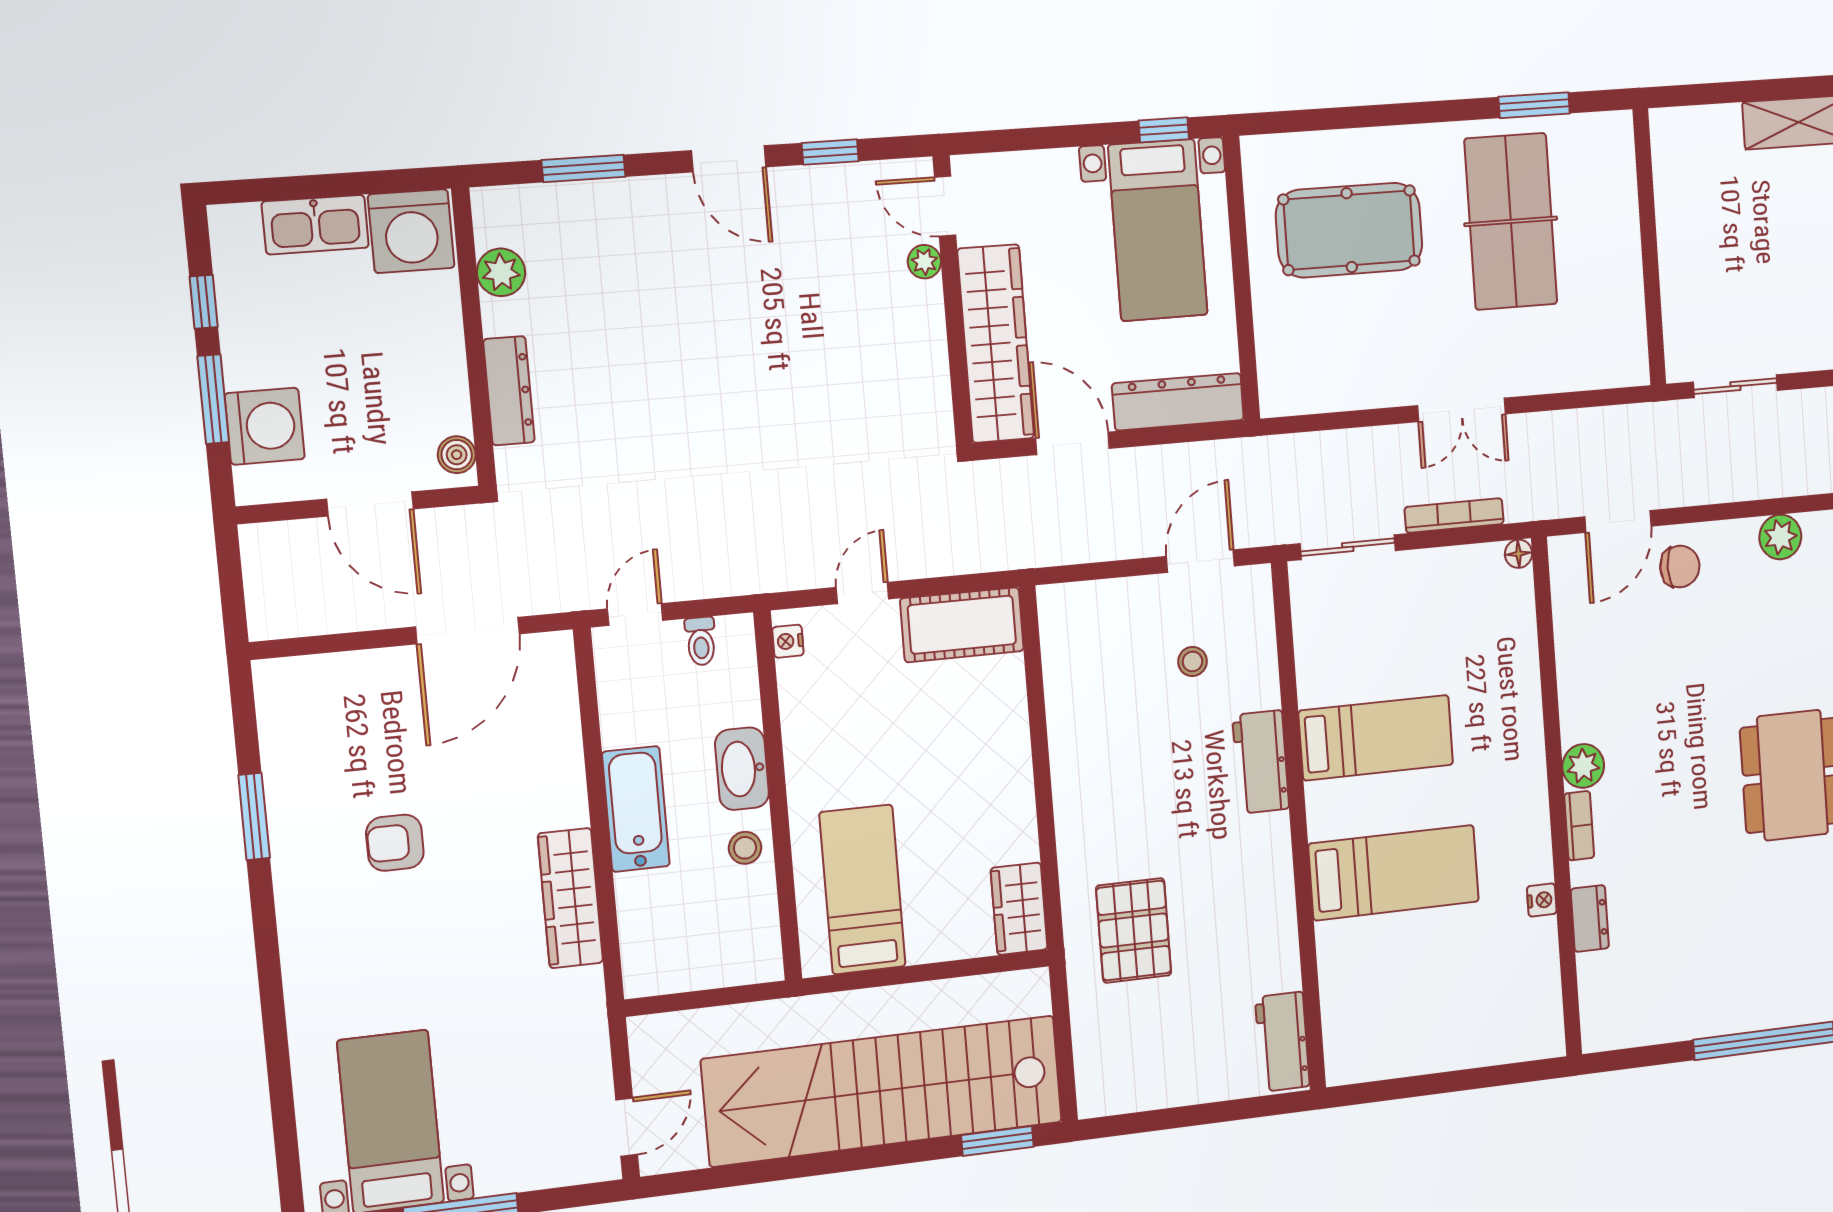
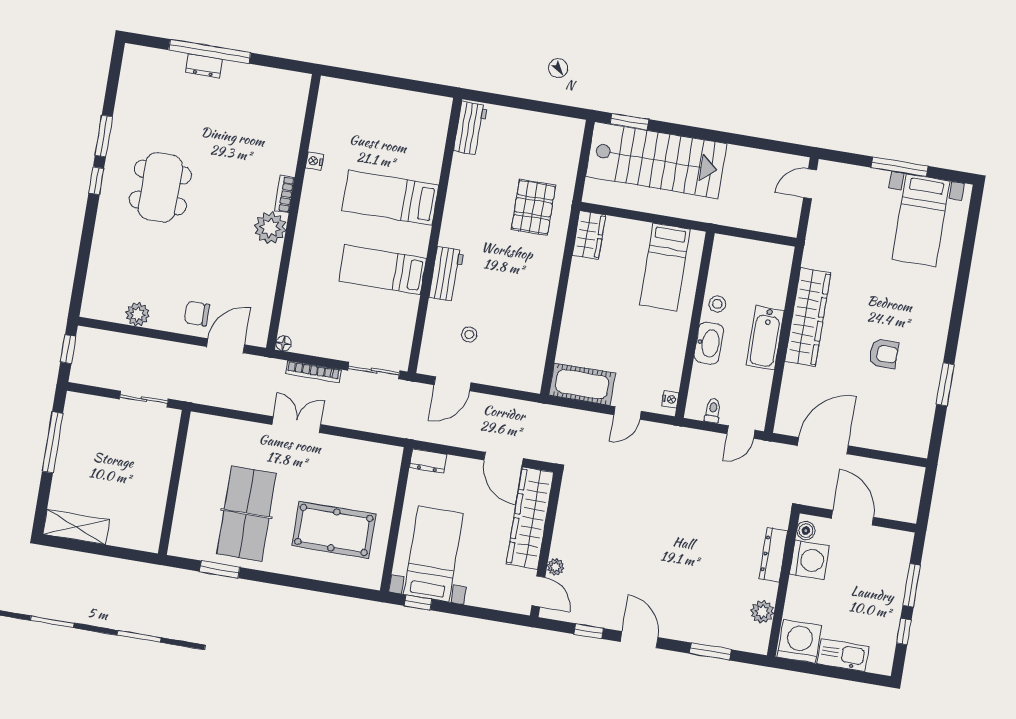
dresser: (1178, 402) -> (428, 461), width x0.51, depth x0.80
washing machine: (265, 426) -> (809, 560), moved, turned 180
plant: (1583, 766) -> (270, 228), width x1.36, depth x1.36
wardrobe: (570, 898) -> (808, 317), width x1.40, depth x1.17
dresser: (1590, 918) -> (204, 66), moved, turned -90
stairs: (883, 1091) -> (656, 160), width x0.73

